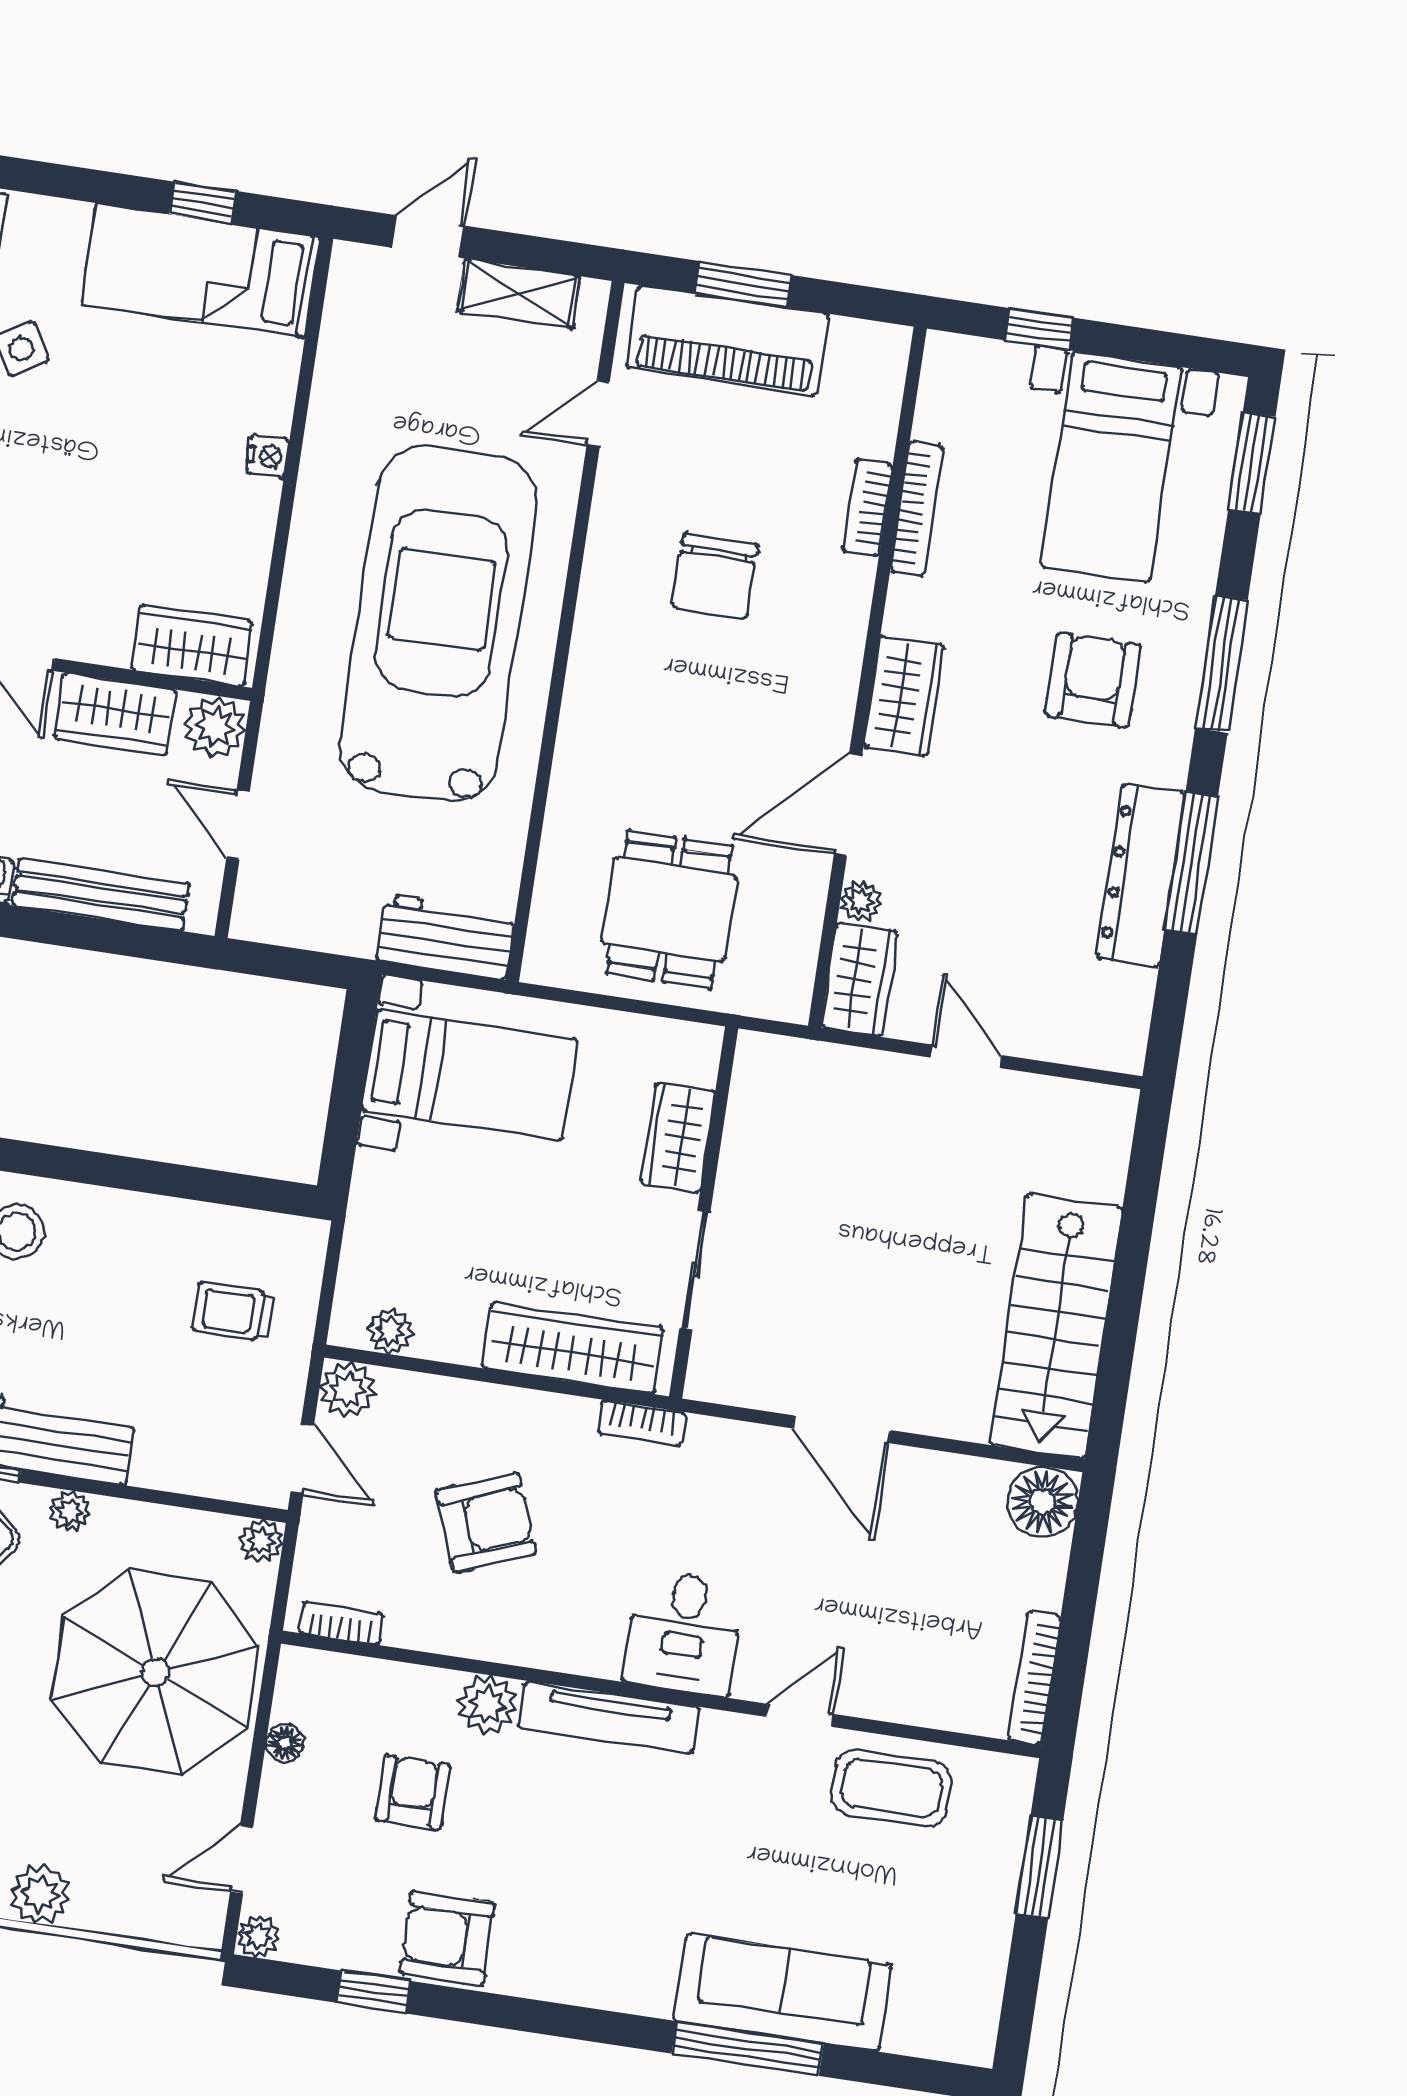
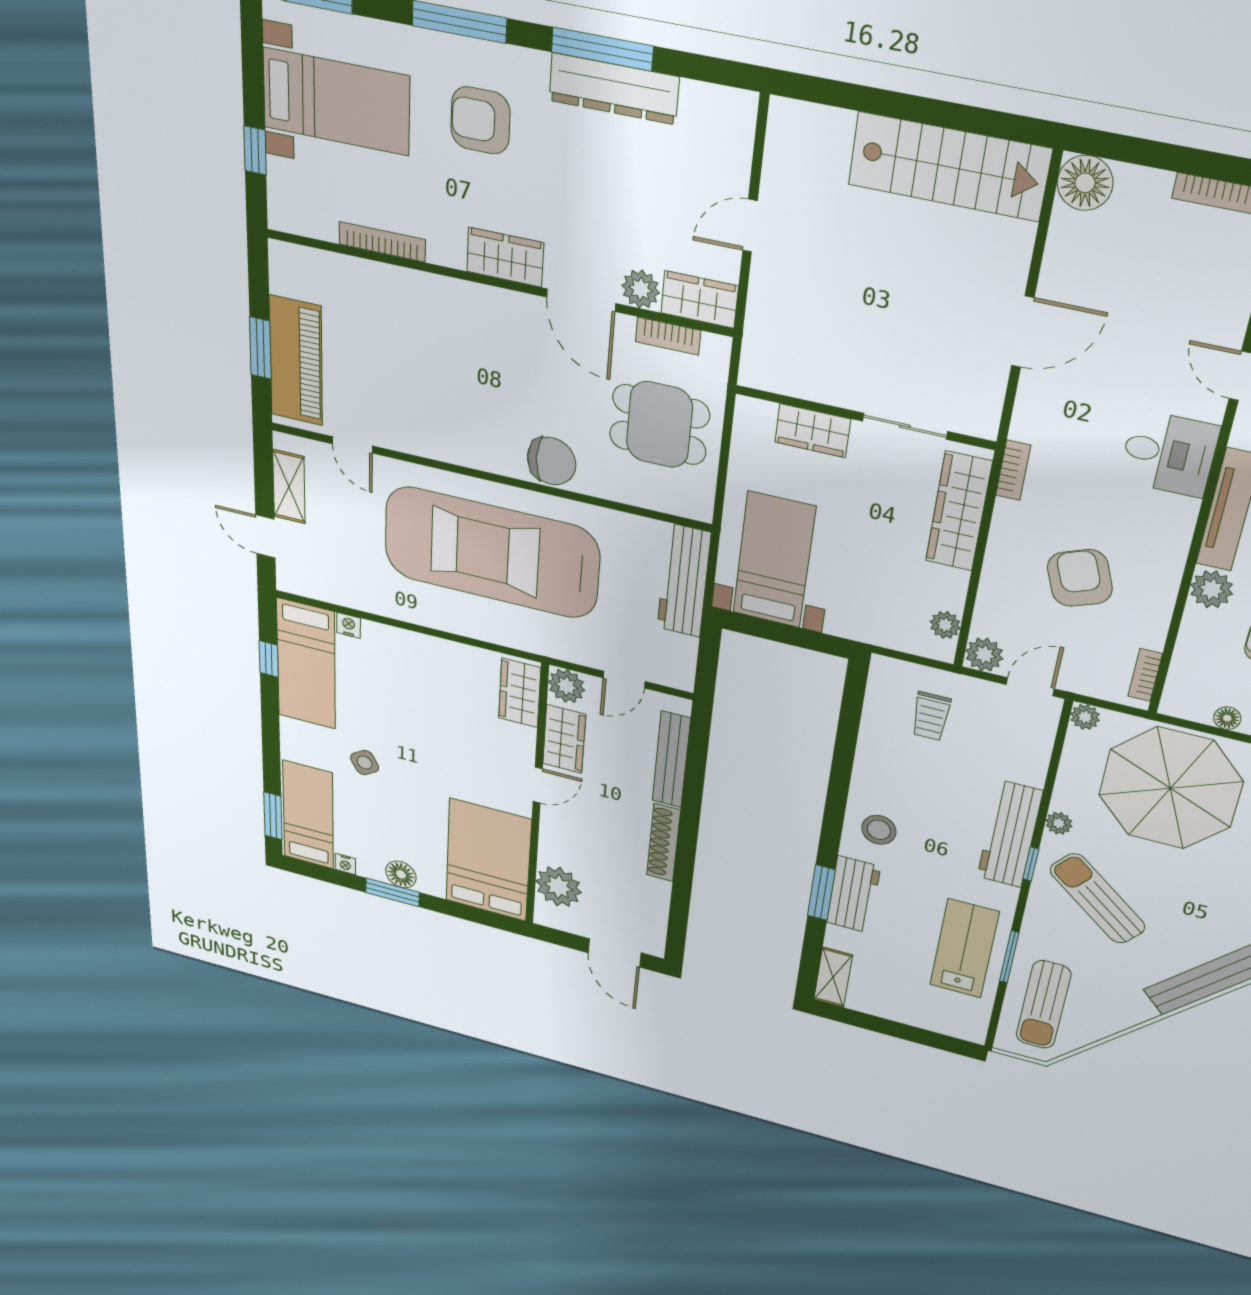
nightstand: (268, 456) -> (349, 625), moved
bookcase: (867, 507) -> (668, 336), moved
chair: (715, 576) -> (552, 461), moved
plant: (861, 901) -> (641, 289), width x1.38, depth x1.38
workbench: (446, 937) -> (684, 581), width x1.38

